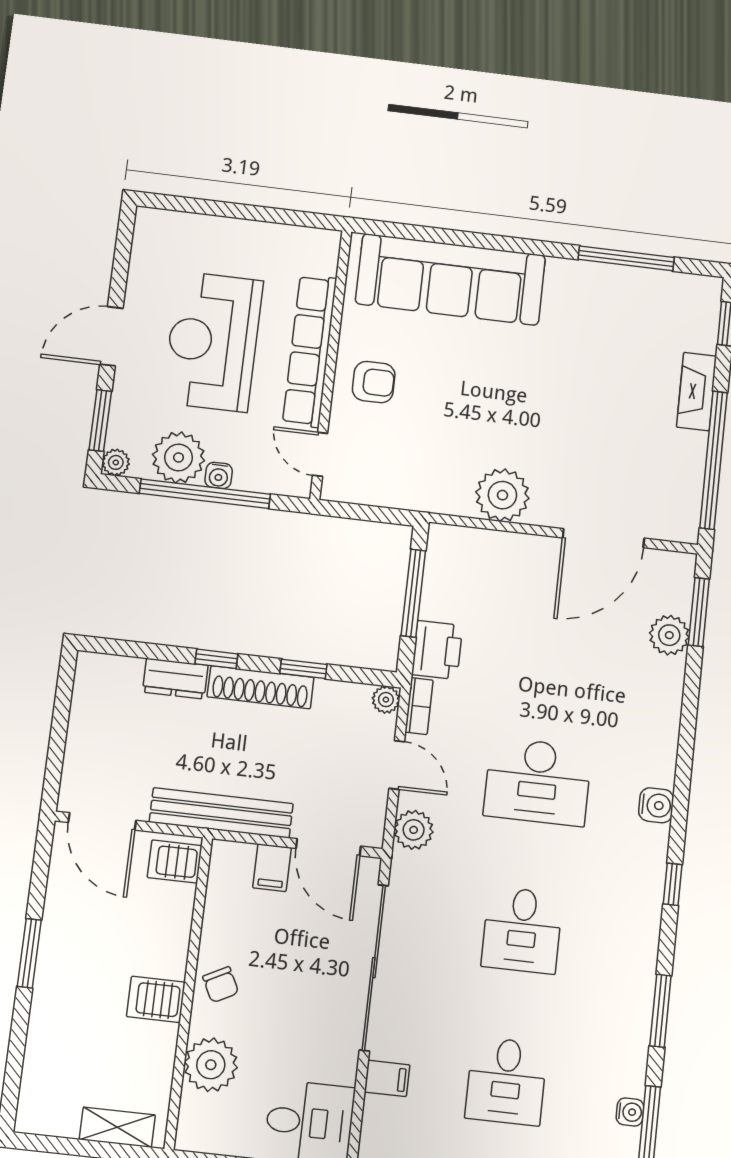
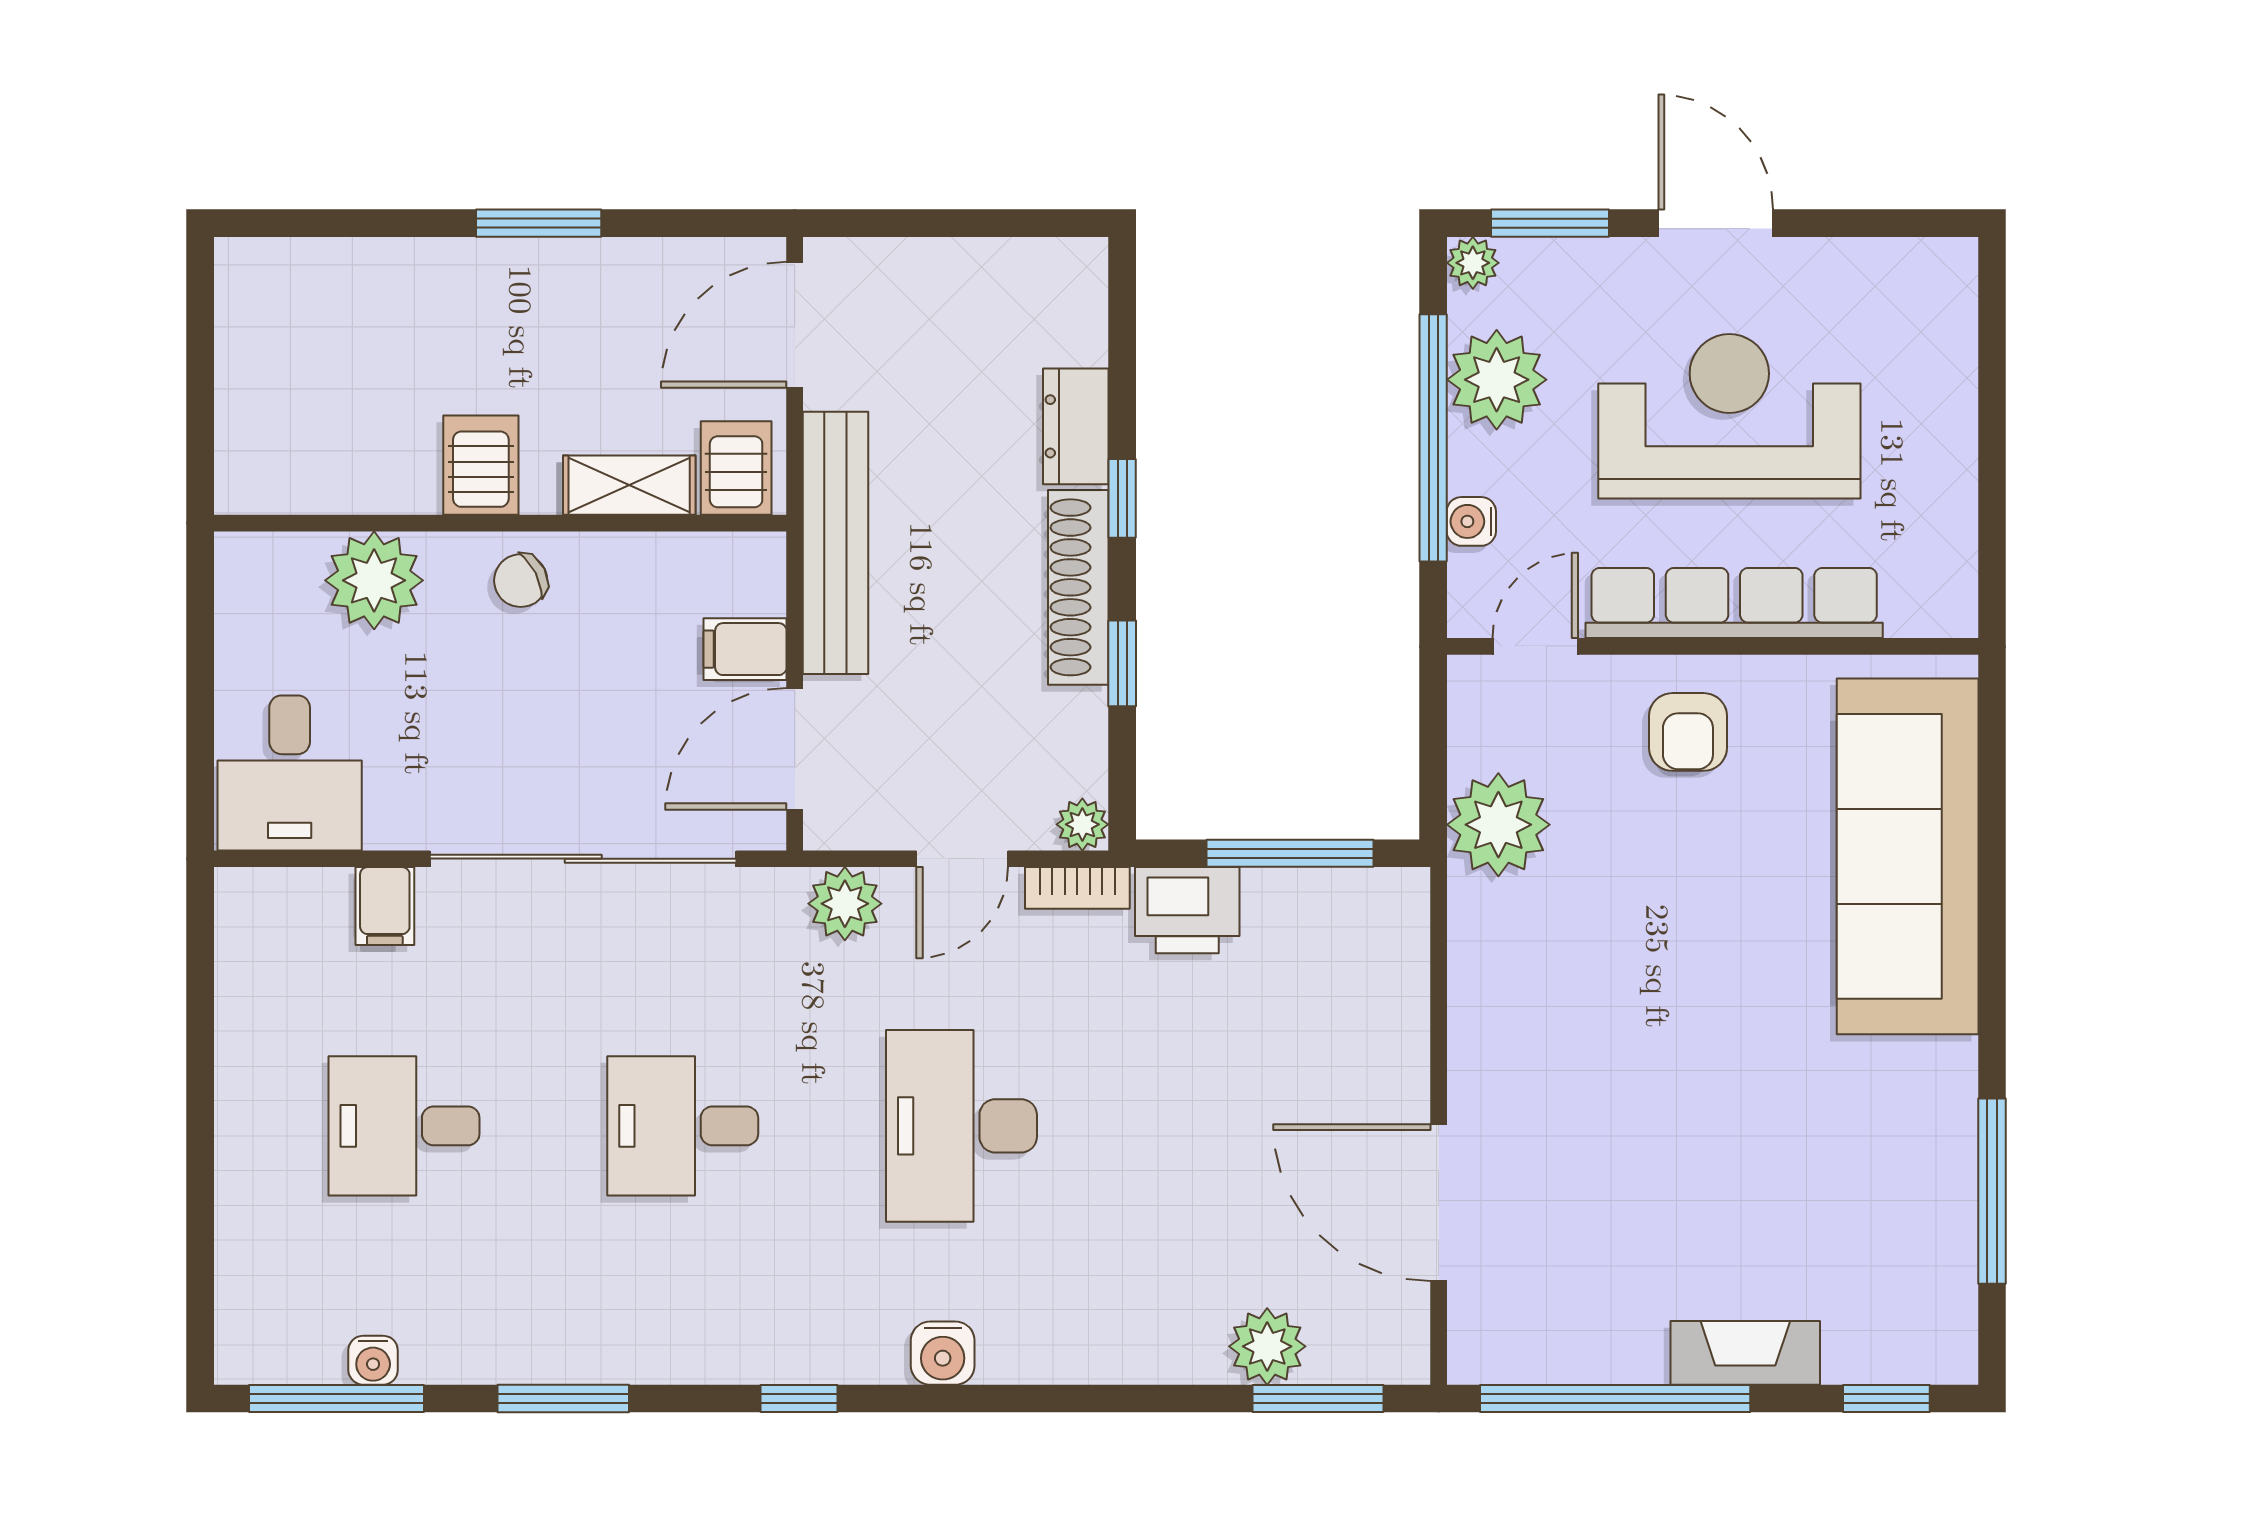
water cooler: (219, 475) -> (1471, 521), moved
plant: (502, 495) -> (1498, 825), moved
shelving: (117, 1127) -> (629, 485), moved, turned 90

